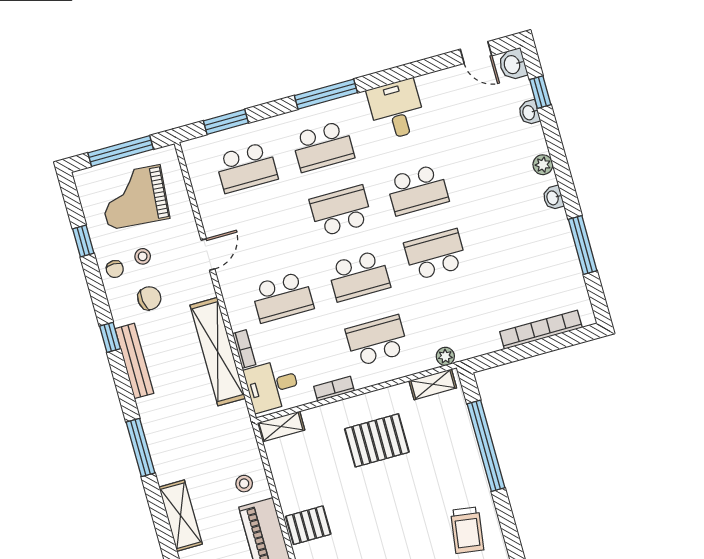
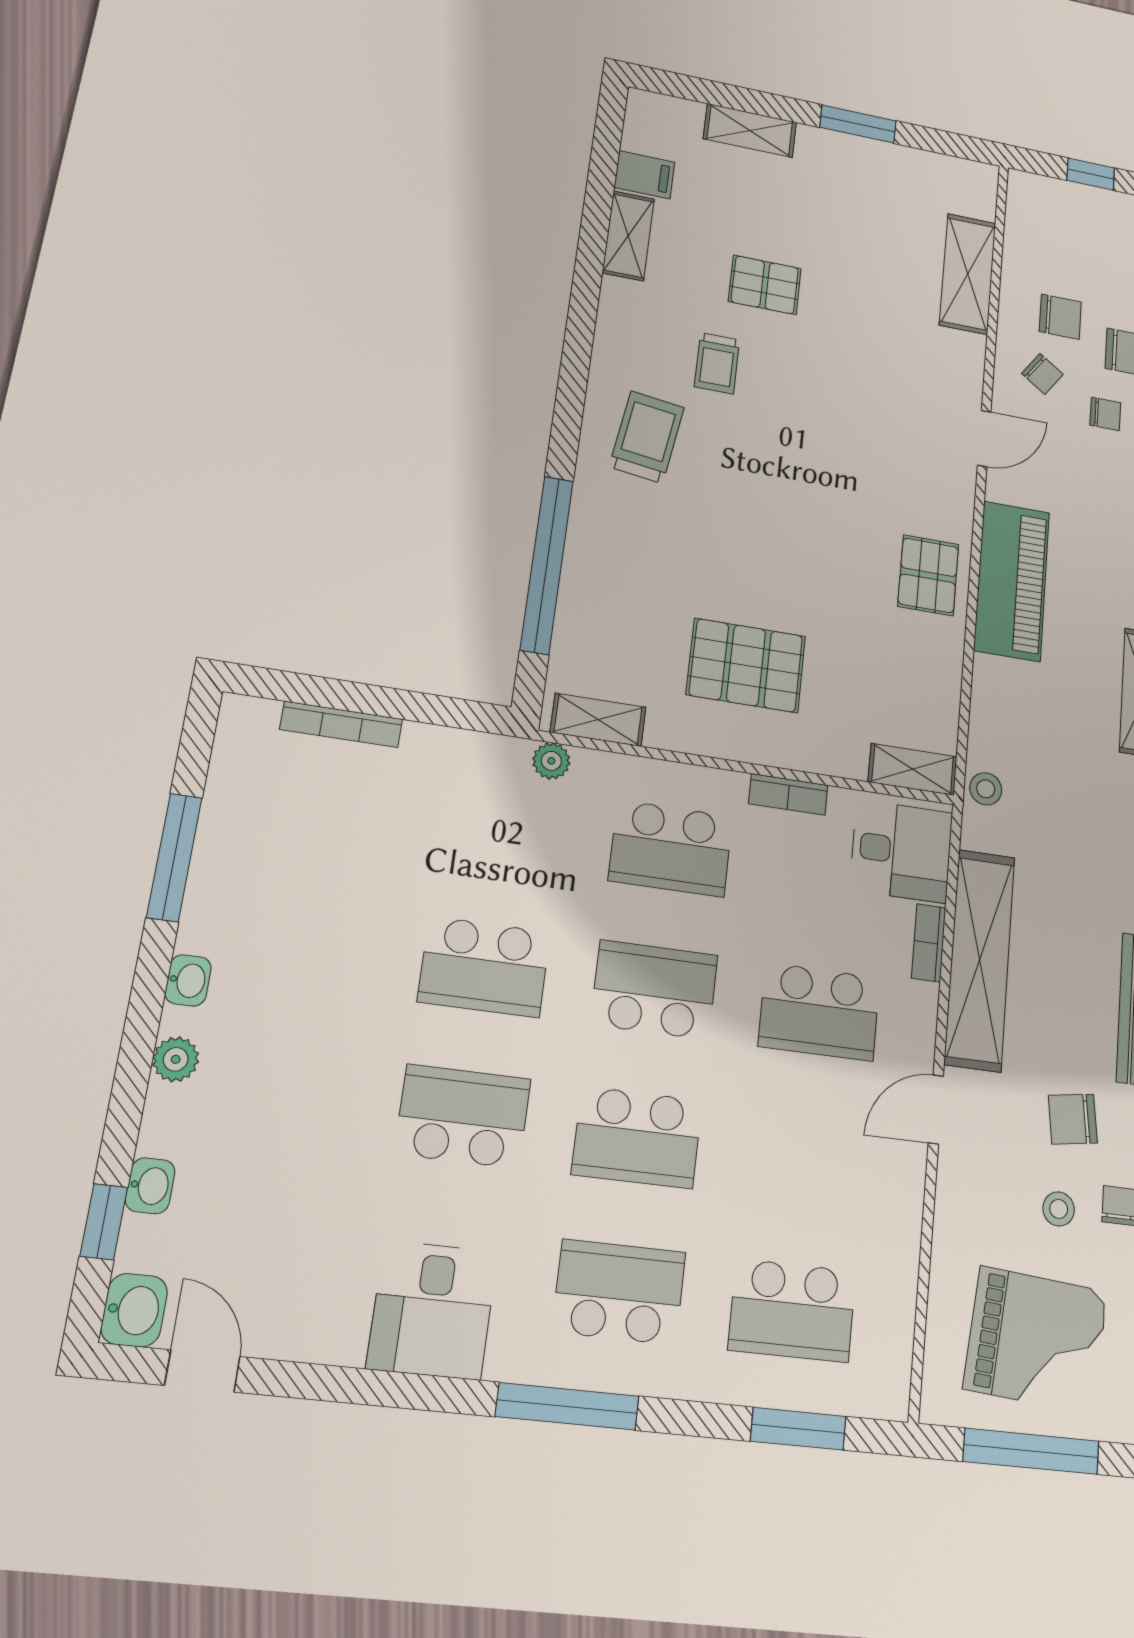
school desk: (246, 167) -> (792, 1310), turned 180
door: (208, 255) -> (936, 1109), moved
school desk: (282, 297) -> (819, 1012), turned 180
bookcase: (541, 330) -> (341, 724), width x0.68, depth x0.76
stool: (244, 484) -> (986, 789), moved
pallet: (308, 525) -> (928, 575), turned 90

